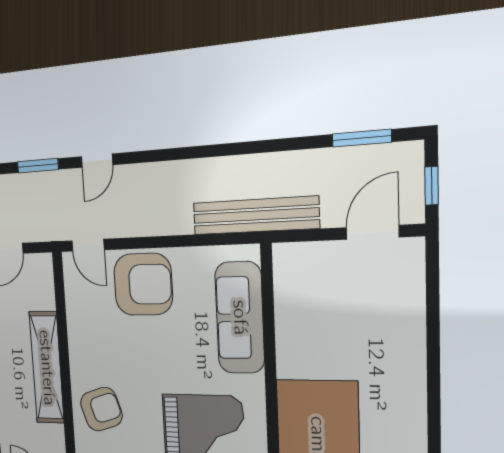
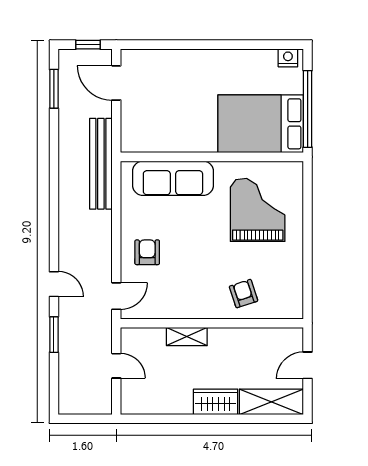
armchair: (143, 284) -> (147, 252), width x0.53, depth x0.53
shelving: (47, 368) -> (187, 337), width x0.45, depth x0.75
armchair: (101, 409) -> (244, 294), width x0.72, depth x0.72

